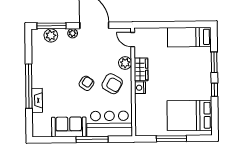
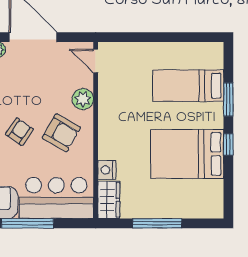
bed: (189, 37) -> (188, 86), moved
wardrobe: (141, 69) -> (109, 200), moved
nightstand: (140, 88) -> (107, 170), moved
bed: (190, 115) -> (187, 154), moved

